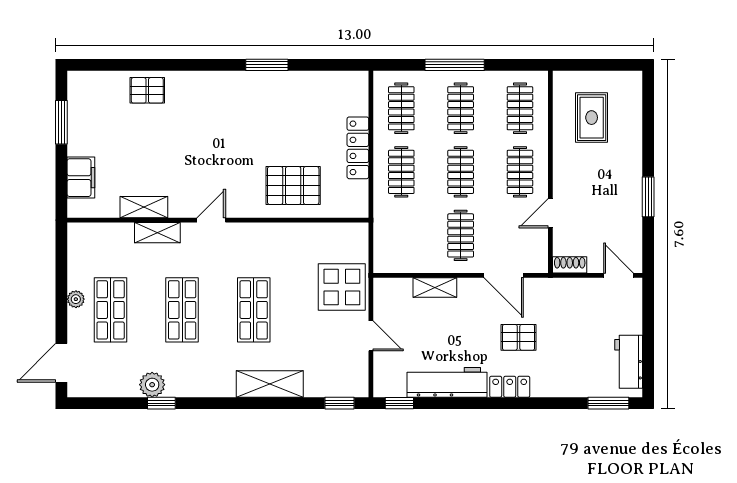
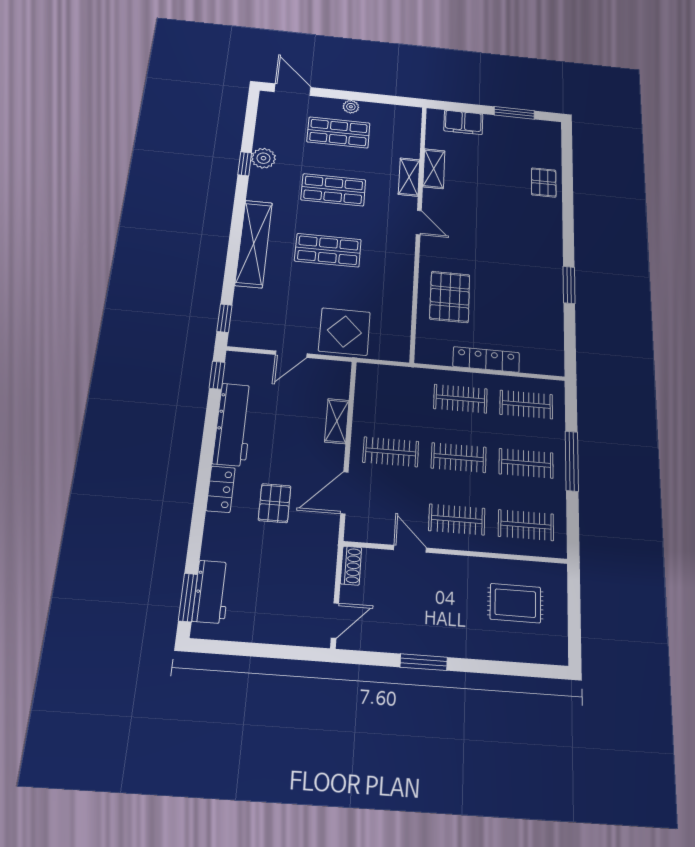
workbench: (629, 362) -> (212, 592), moved, turned 90
shelving: (270, 384) -> (254, 244), width x1.47

